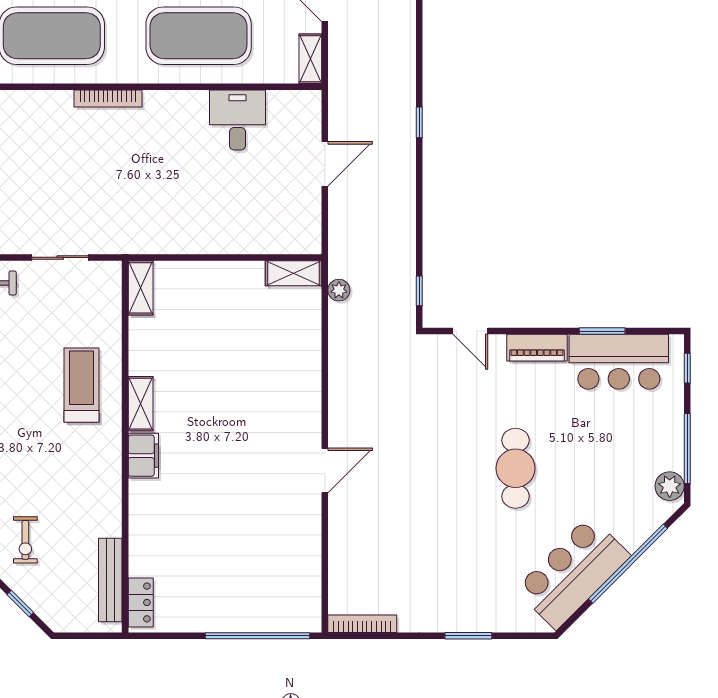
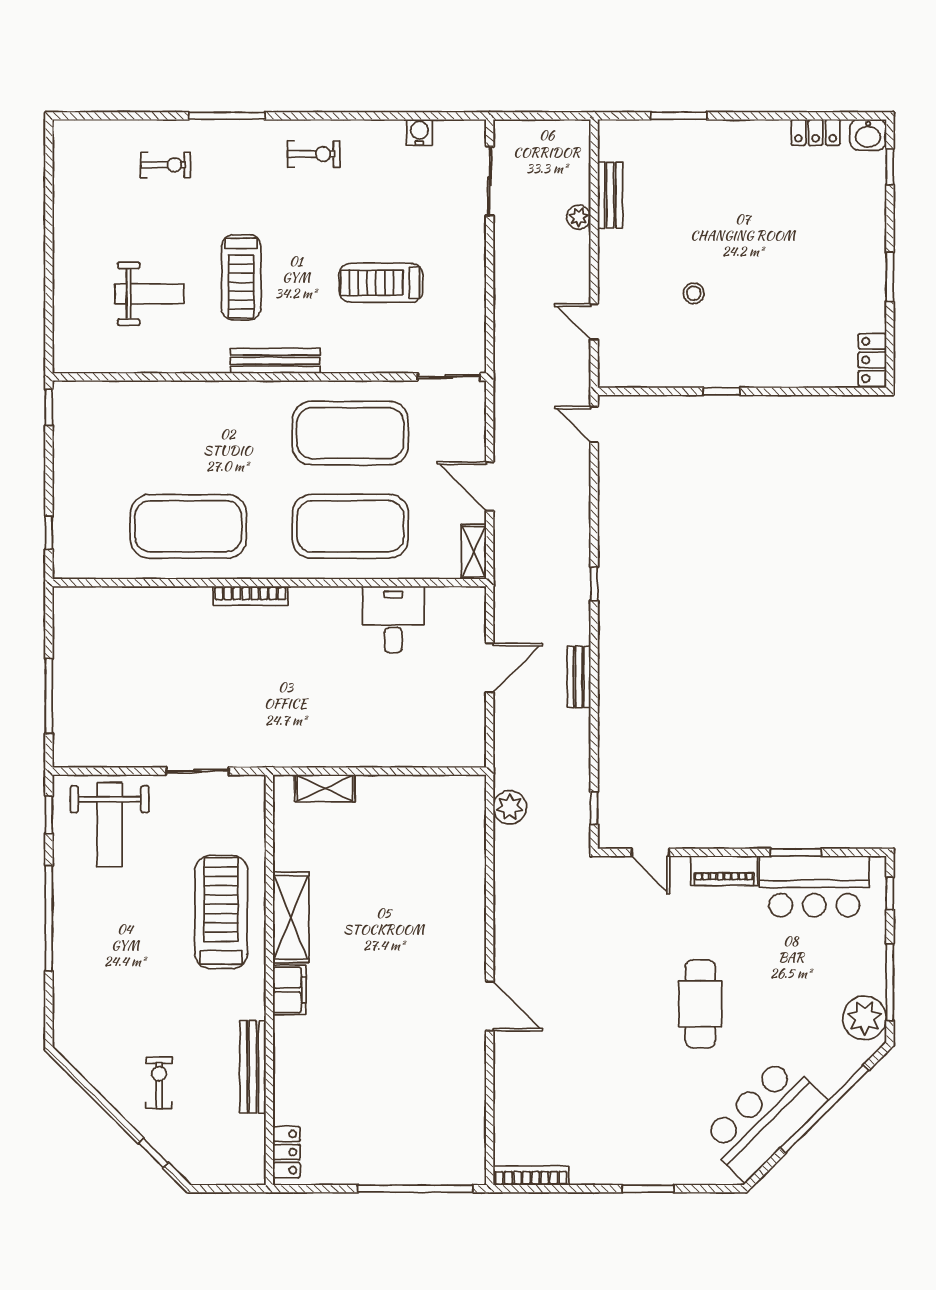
window: (419, 122) -> (594, 584), moved
bench: (406, 172) -> (579, 677), added
shelving: (294, 273) -> (455, 789), removed
shelving: (141, 288) -> (325, 788), moved, turned 90
plant: (339, 290) -> (510, 807), width x1.38, depth x1.38
treadmill: (82, 385) -> (221, 912), width x1.37, depth x1.38
shelving: (141, 404) -> (291, 917), width x1.50, depth x1.33
door: (325, 470) -> (490, 1006), hinge flipped
plant: (670, 486) -> (865, 1018), width x1.36, depth x1.36
exercise bike: (25, 540) -> (159, 1083), turned 180
bench: (110, 580) -> (253, 1067), moved

